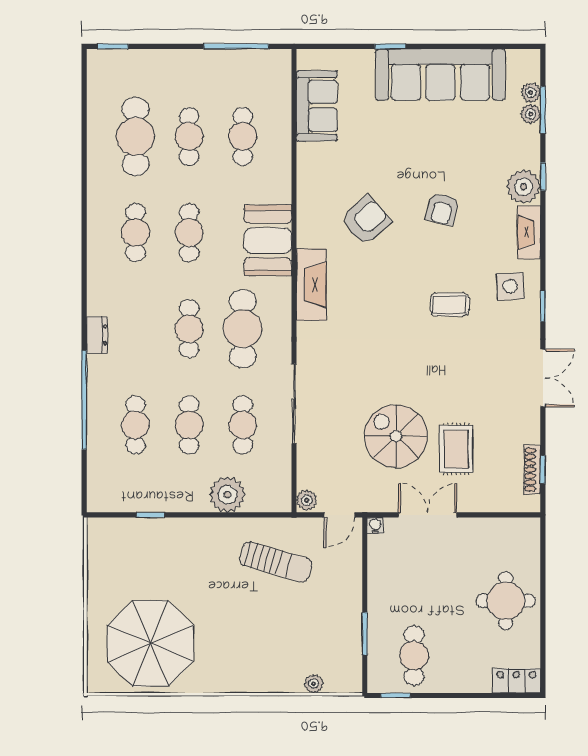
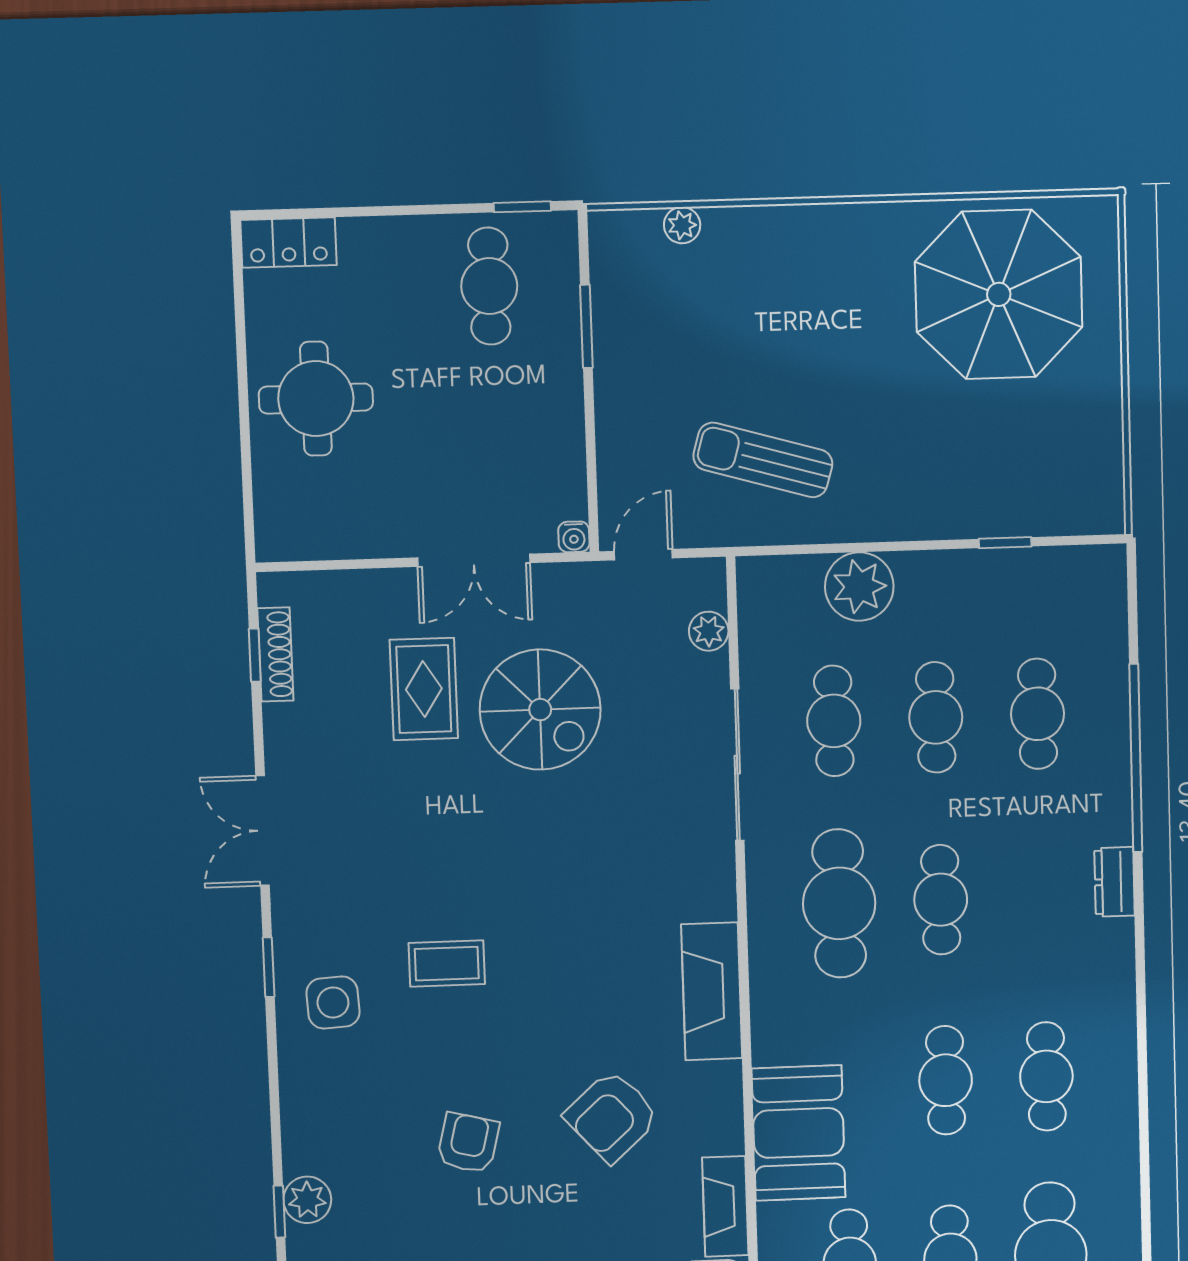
plant: (523, 187) -> (307, 1200), width x0.73, depth x0.73
fireplace: (529, 232) -> (725, 1206), moved, turned 180
booth: (268, 240) -> (799, 1133), moved
plant: (307, 500) -> (709, 631), moved

